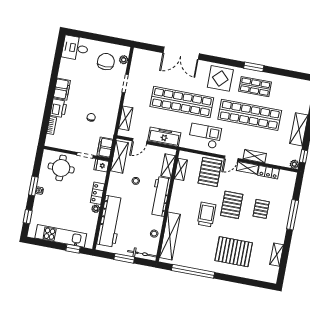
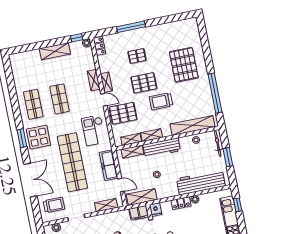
trolley: (147, 67) -> (54, 205), added
window: (254, 67) -> (22, 138), moved
shop shelf: (250, 115) -> (60, 99), width x0.50, depth x0.74
locker: (268, 172) -> (99, 46), moved
shelving: (277, 255) -> (152, 135), moved

